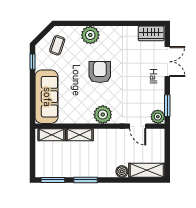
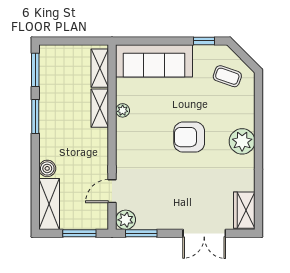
plant: (90, 35) -> (242, 141), moved
armchair: (100, 72) -> (189, 137), turned 180
plant: (103, 115) -> (123, 110), moved, width x0.53, depth x0.53
window: (167, 149) -> (79, 233), added

